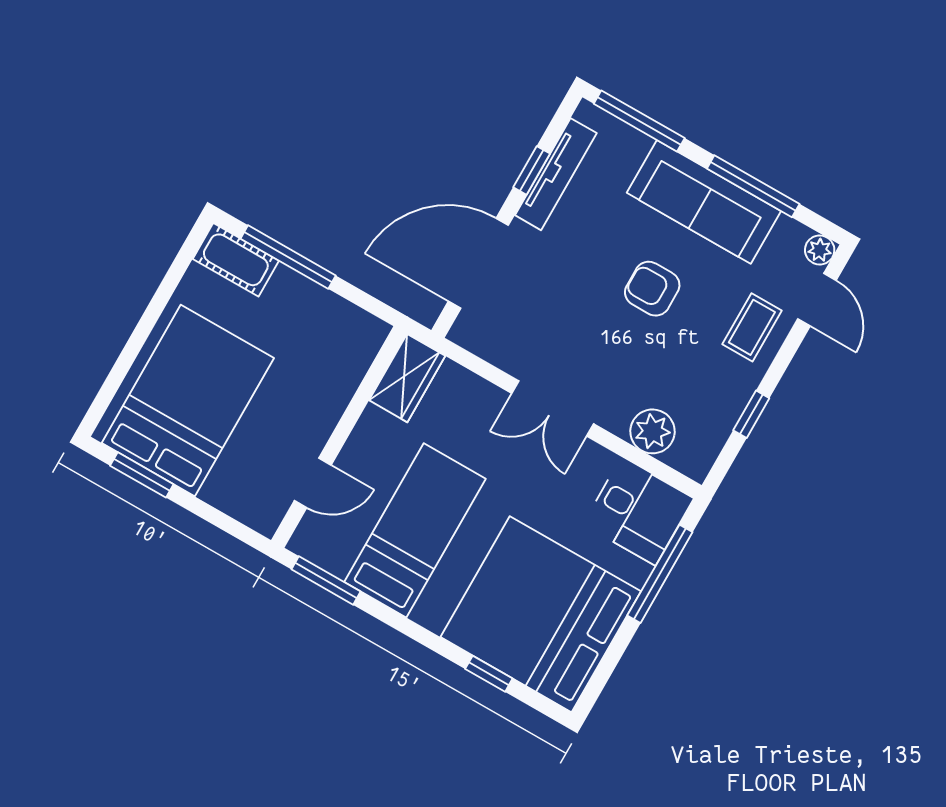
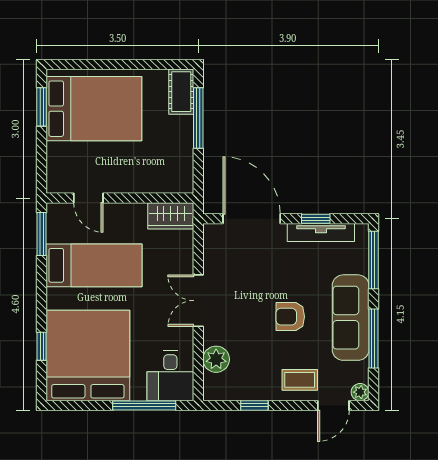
armchair: (652, 289) -> (290, 317), turned -90

